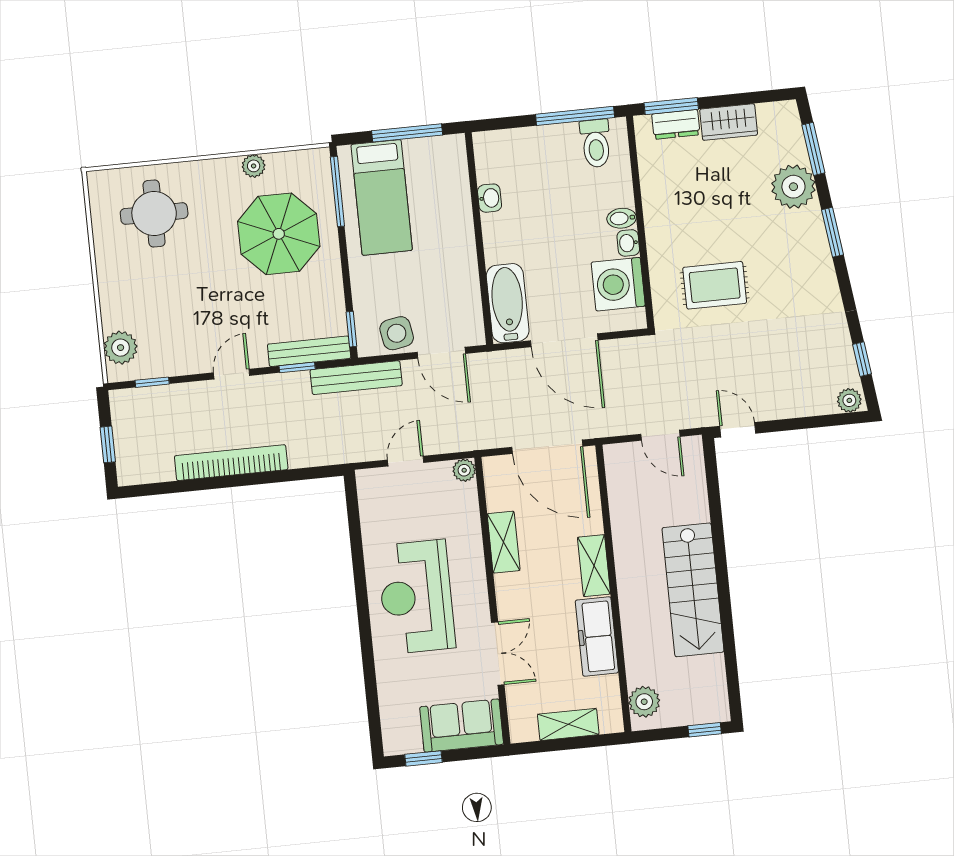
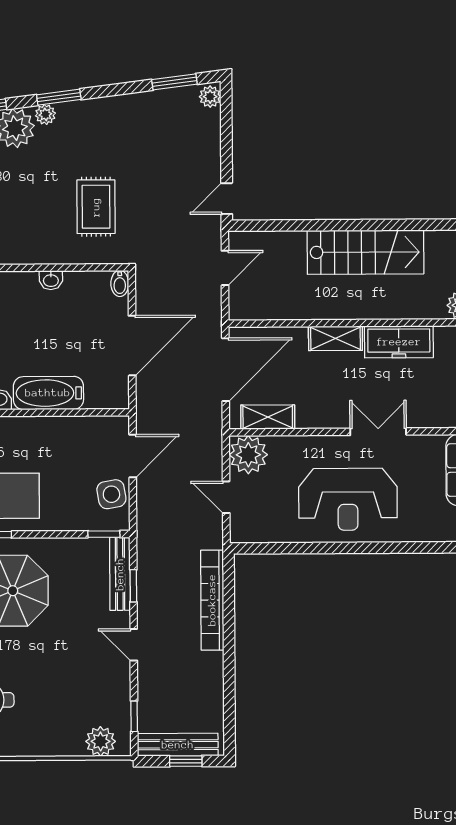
bidet: (622, 218) -> (120, 283), moved
plant: (812, 219) -> (45, 114), added
washing machine: (618, 284) -> (87, 293), removed
bathtub: (508, 303) -> (48, 393), moved
window: (862, 359) -> (174, 82), width x1.50
bench: (356, 378) -> (178, 745), moved, turned 90
bookcase: (231, 463) -> (212, 600), moved
plant: (464, 470) -> (248, 455), width x1.88, depth x1.88
shelving: (504, 542) -> (268, 417), moved
double door: (498, 654) -> (378, 432), moved

